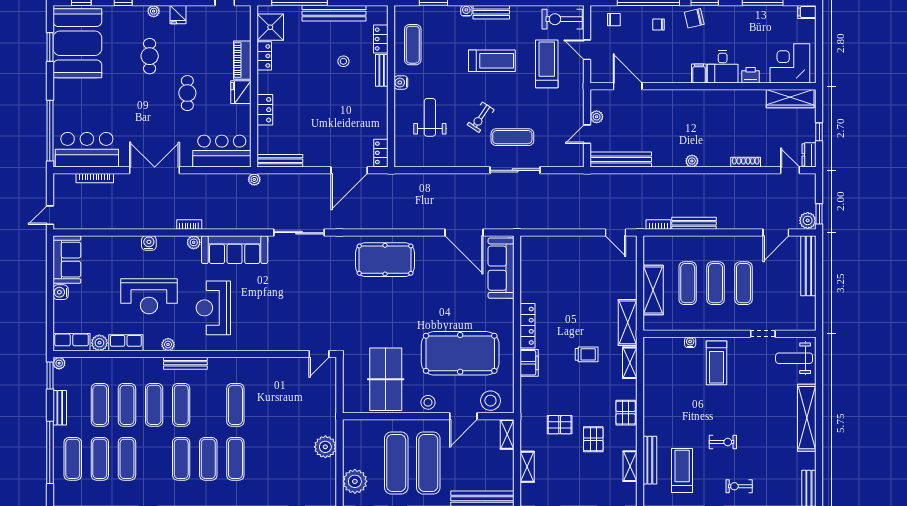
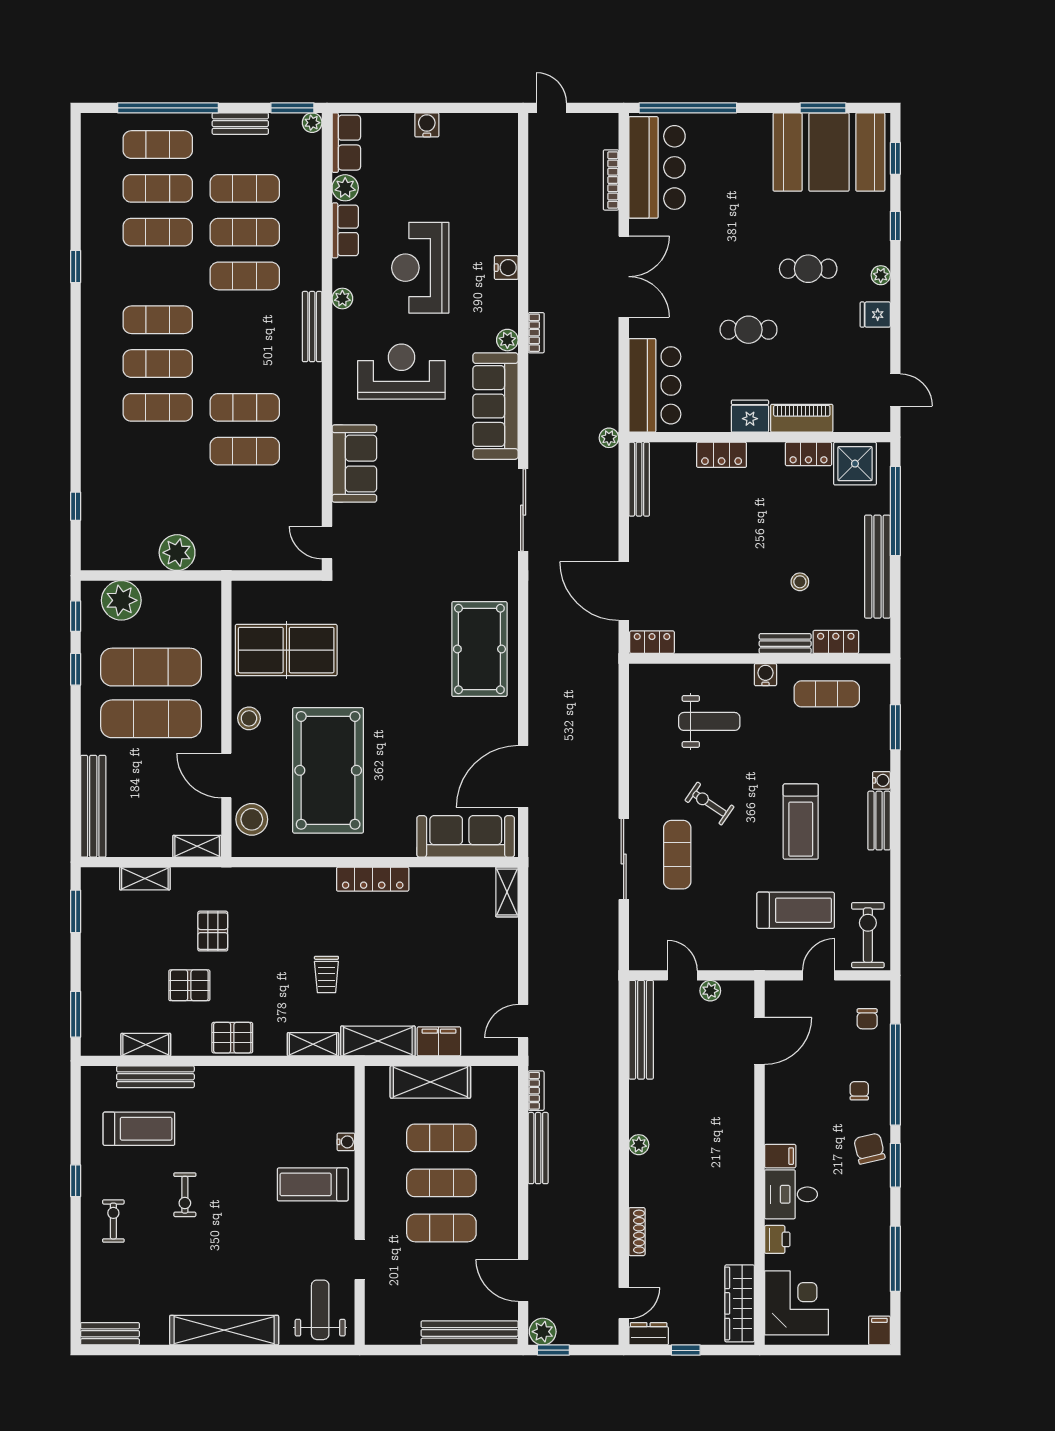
shelving: (535, 243) -> (507, 892), added
sofa: (67, 260) -> (354, 464), moved, turned -90
filing cabinet: (529, 363) -> (439, 1041), moved, turned 180
exercise mat: (181, 405) -> (245, 451), moved

